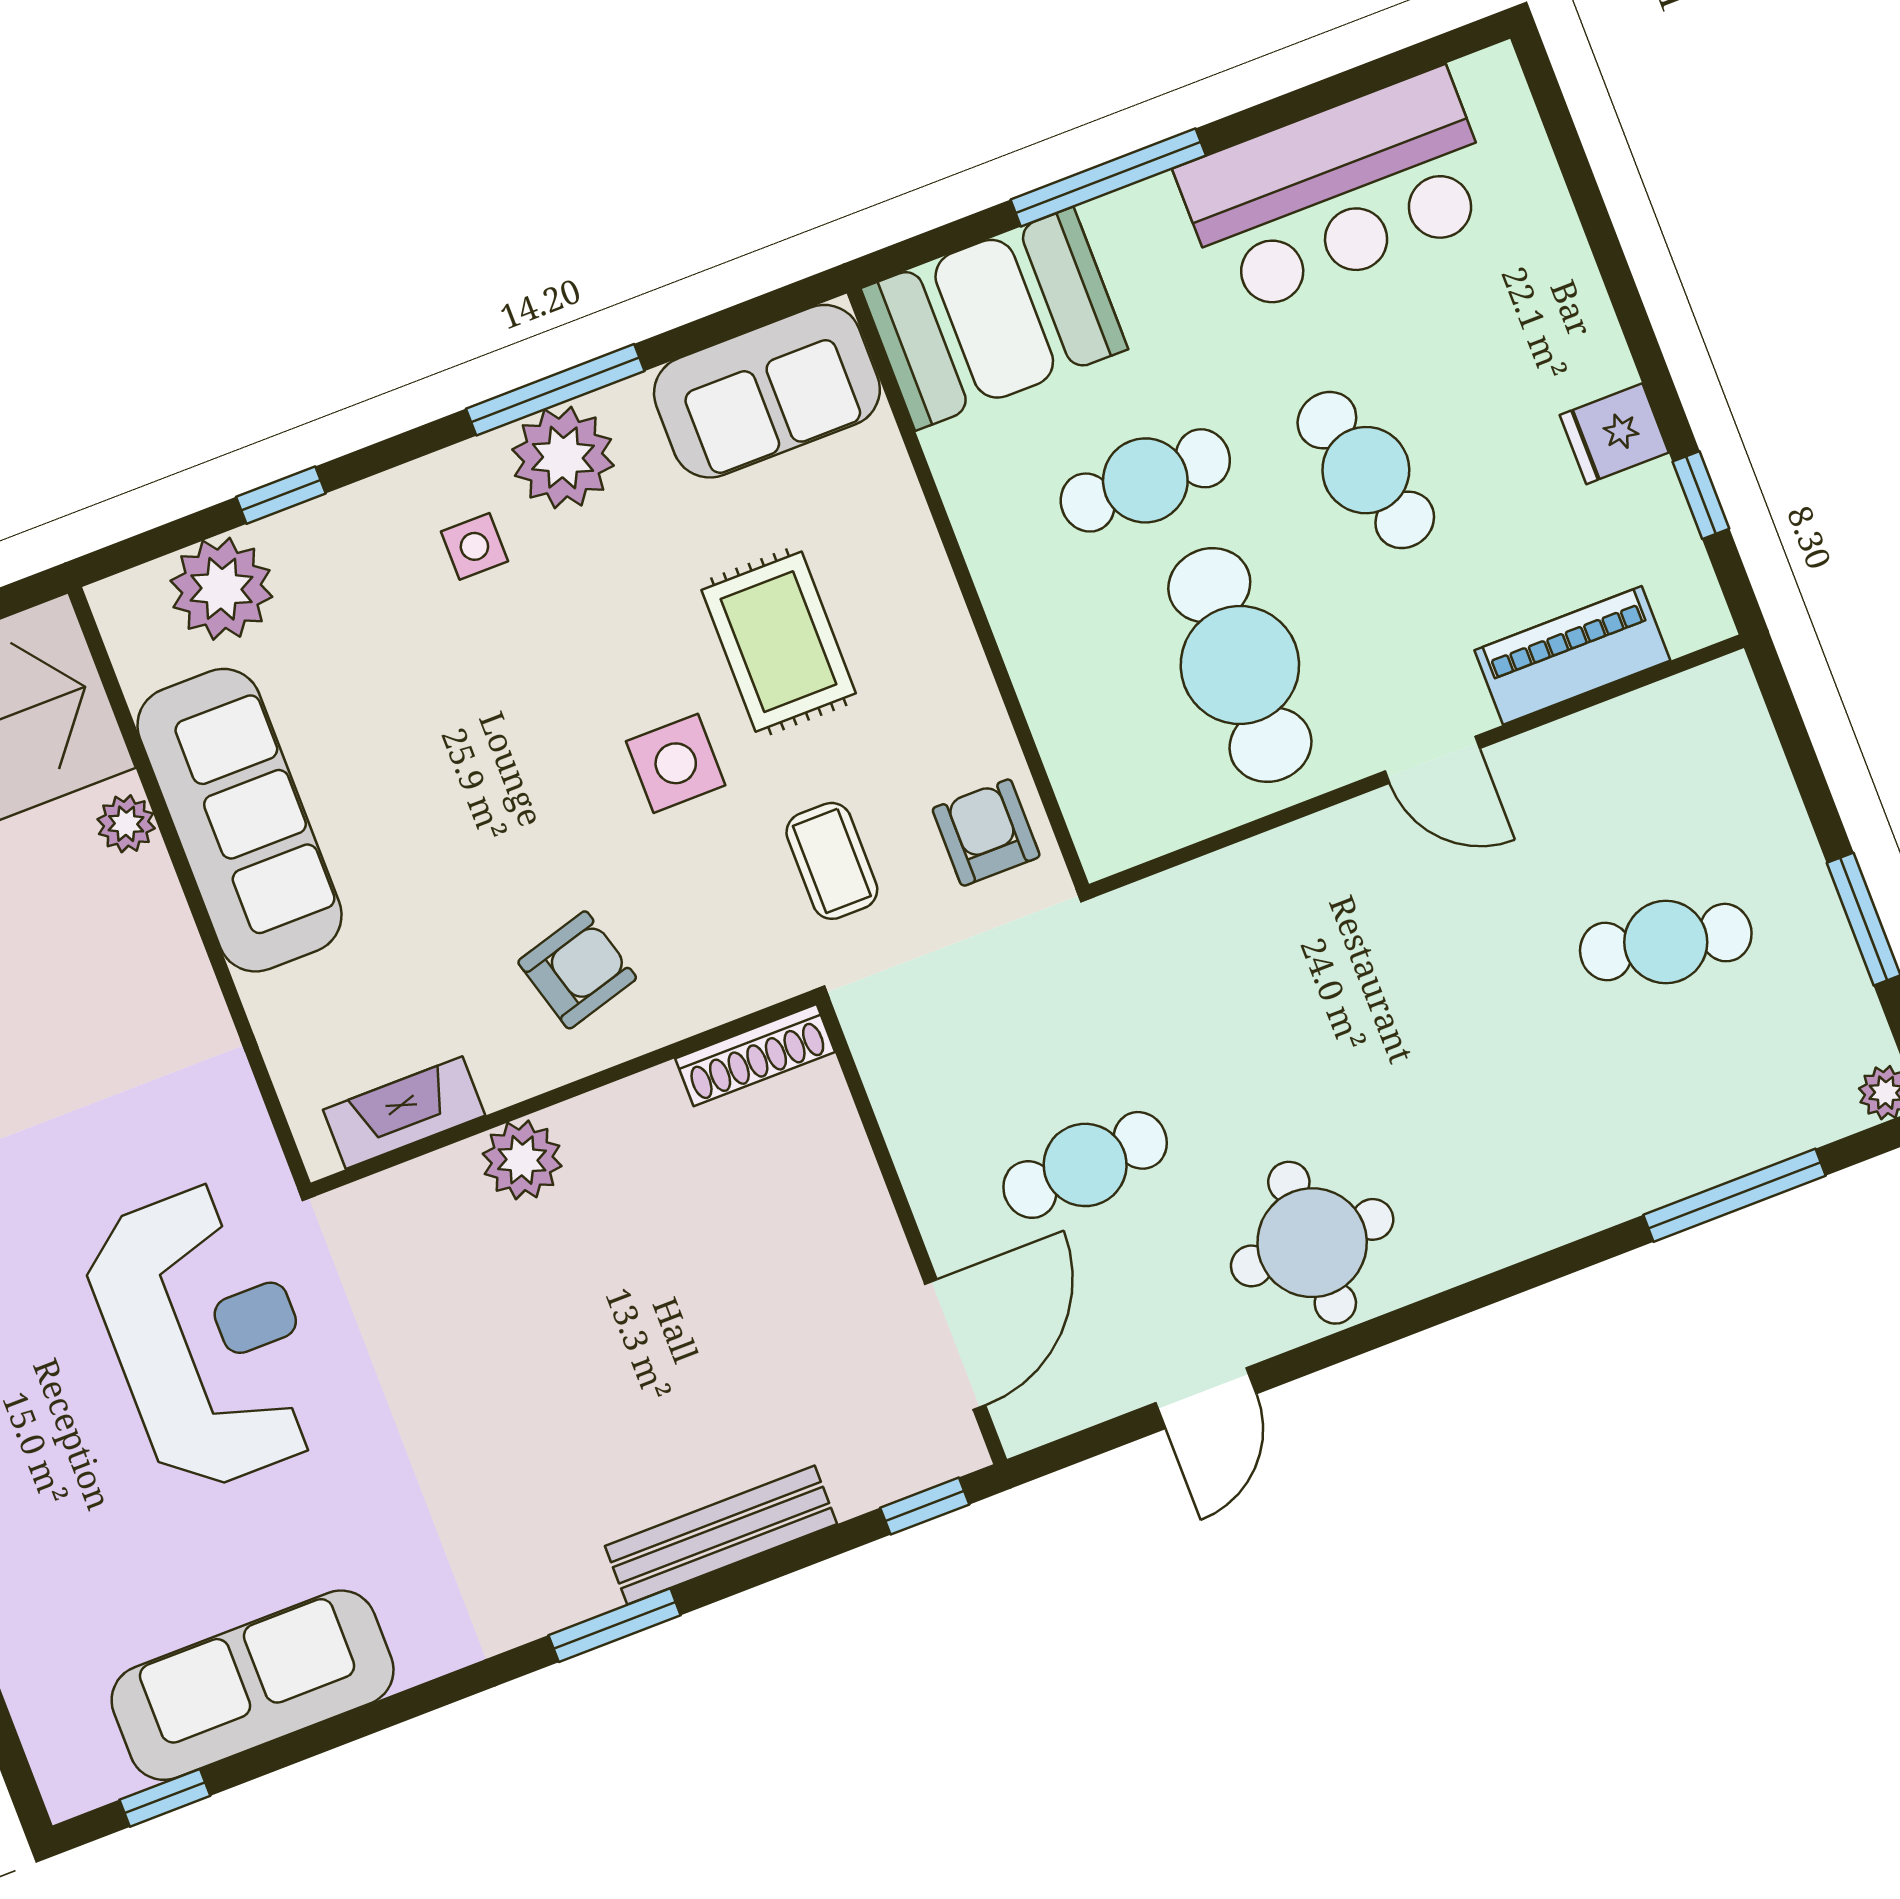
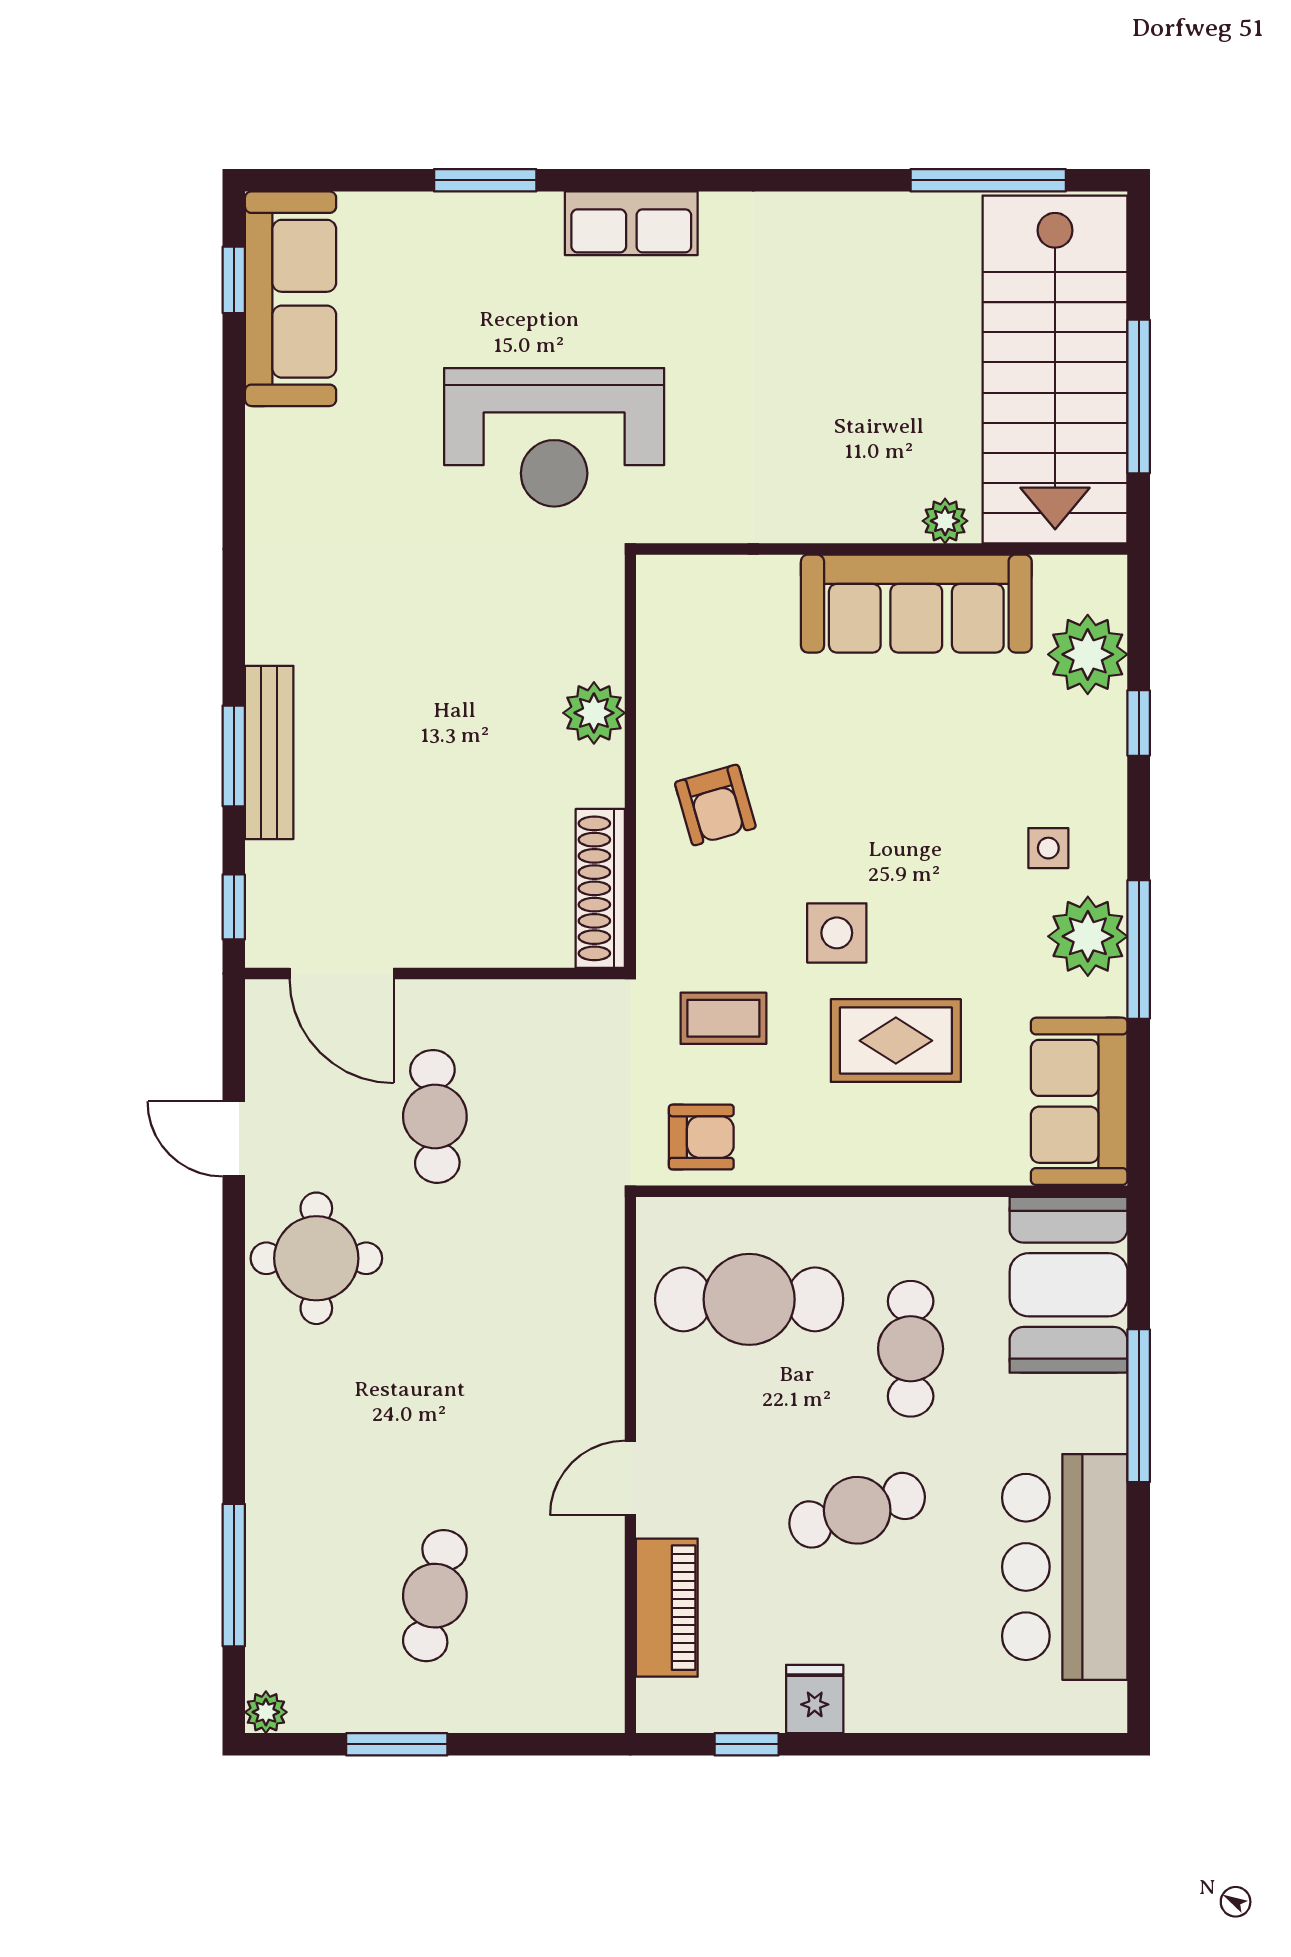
cafe table: (1240, 665) -> (749, 1299), moved
shoe rack: (755, 1055) -> (600, 888), width x1.36, depth x1.24
fireplace: (404, 1113) -> (661, 641), removed
window: (615, 1625) -> (234, 756), moved
sofa: (253, 1685) -> (291, 299), moved

